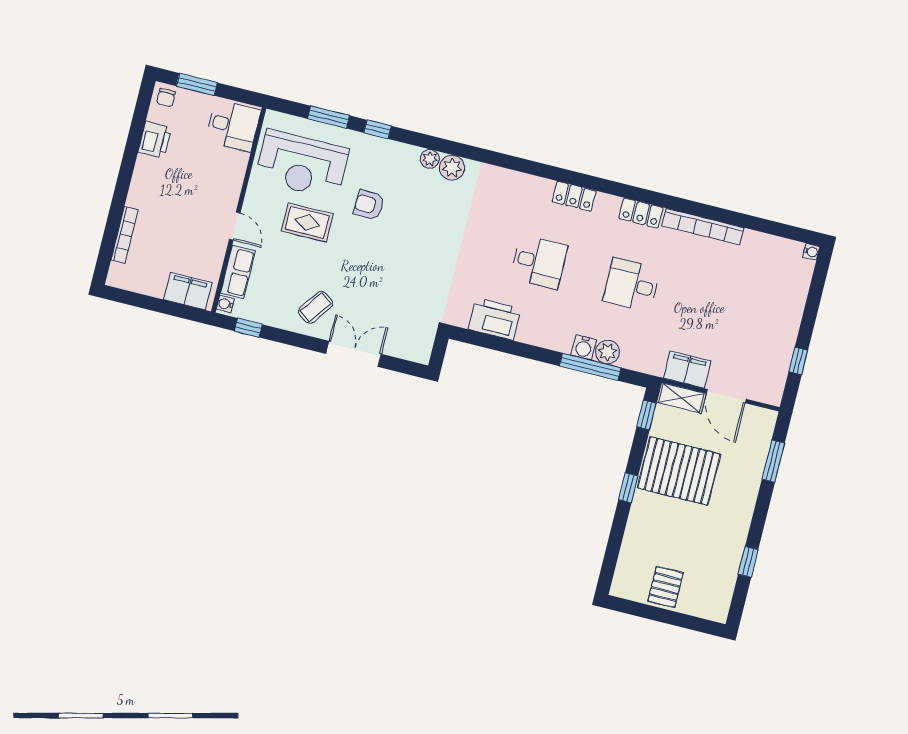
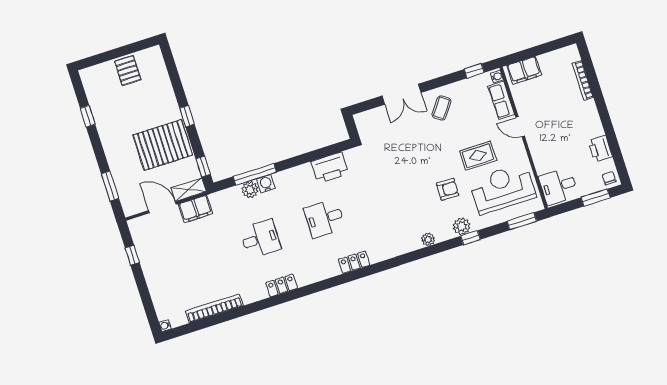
window: (329, 117) -> (522, 221), moved
plant: (452, 168) -> (462, 226), moved
locker: (574, 196) -> (354, 262), moved
bookcase: (703, 227) -> (214, 308), moved

